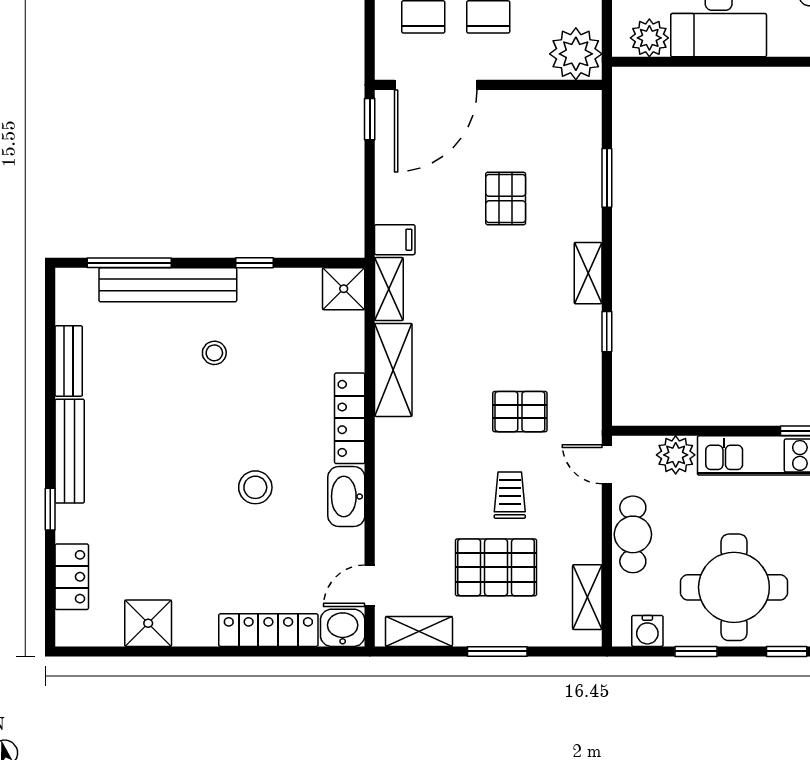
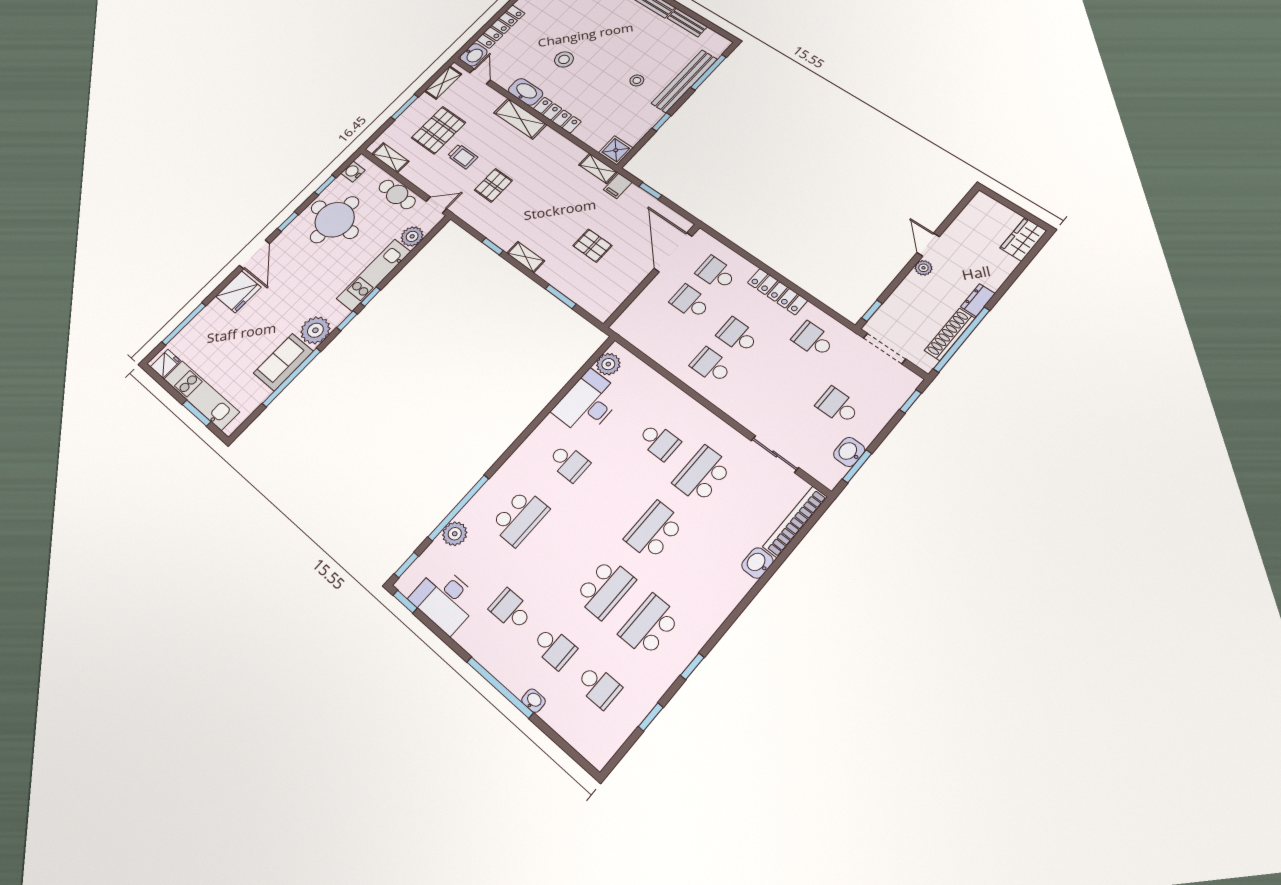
plant: (576, 54) -> (631, 325), removed
window: (370, 119) -> (650, 191), moved
shelving: (393, 370) -> (520, 119), moved

